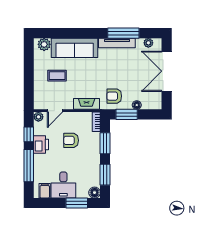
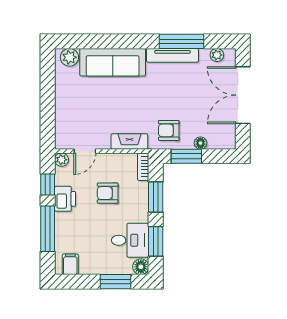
coffee table: (57, 76) -> (88, 101), removed
desk: (63, 185) -> (130, 240), moved, turned -90

